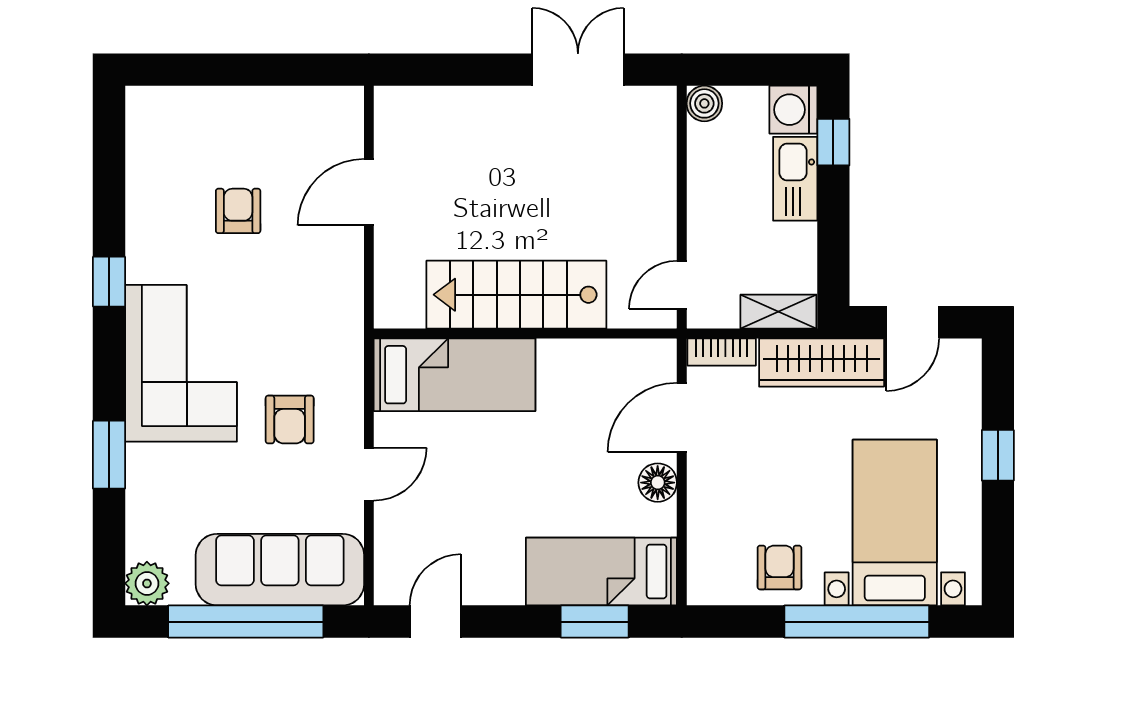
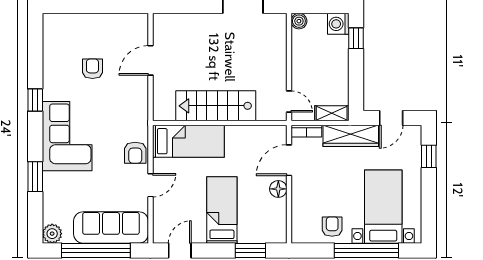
kitchen sink: (795, 179) -> (339, 54), removed
door: (682, 285) -> (289, 101), swing flipped
armchair: (290, 419) -> (135, 153), moved
window: (998, 455) -> (429, 156), moved
bed: (601, 571) -> (222, 210), moved, turned 90

